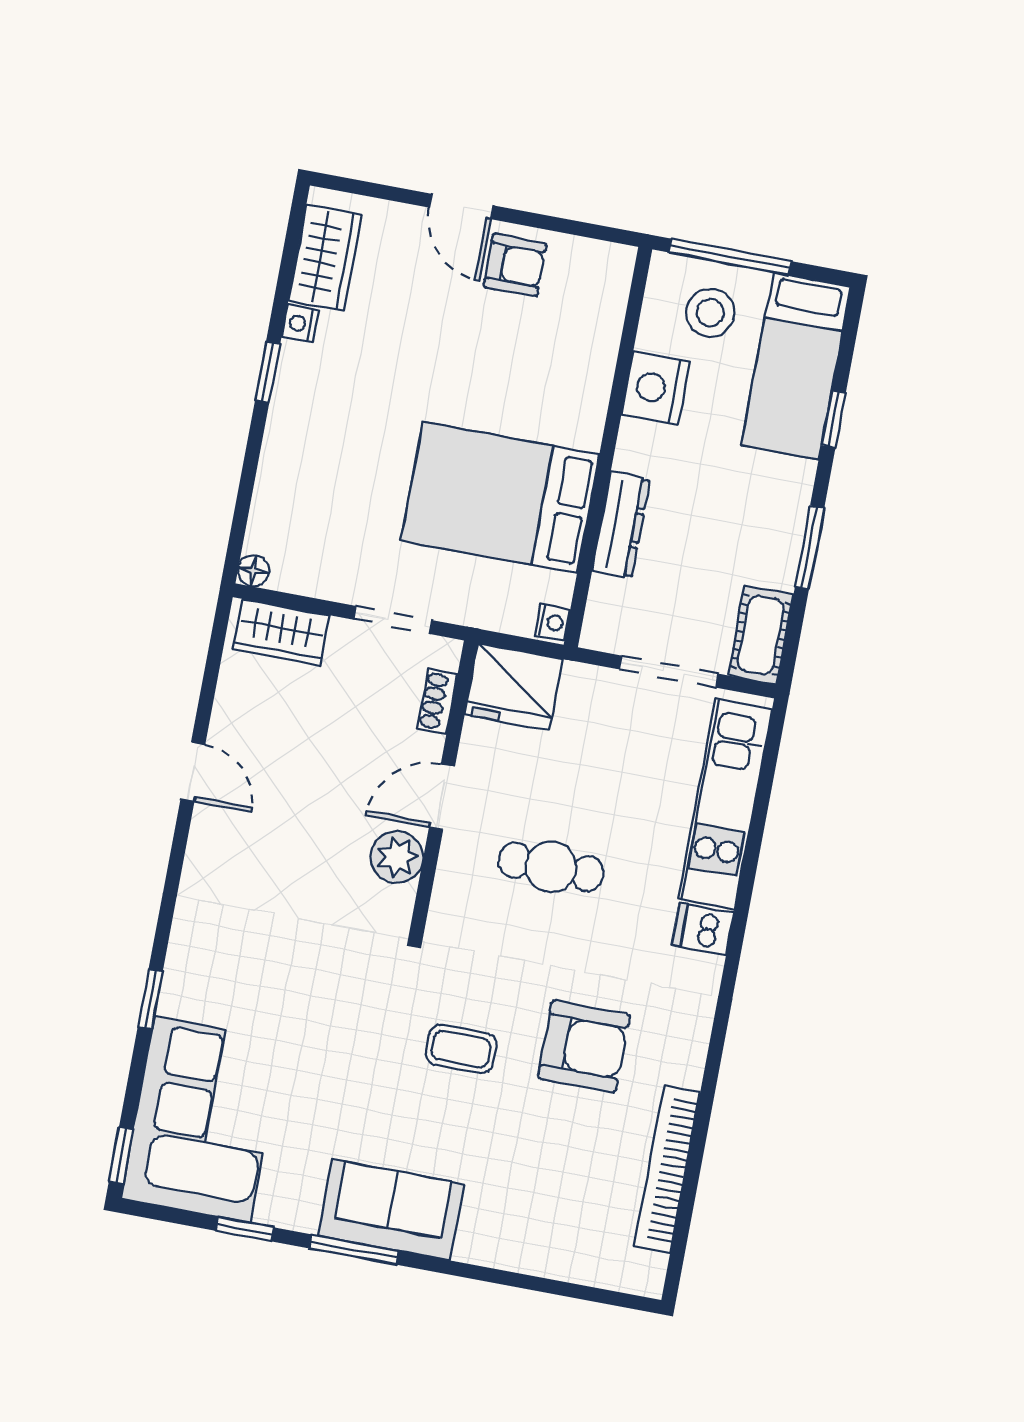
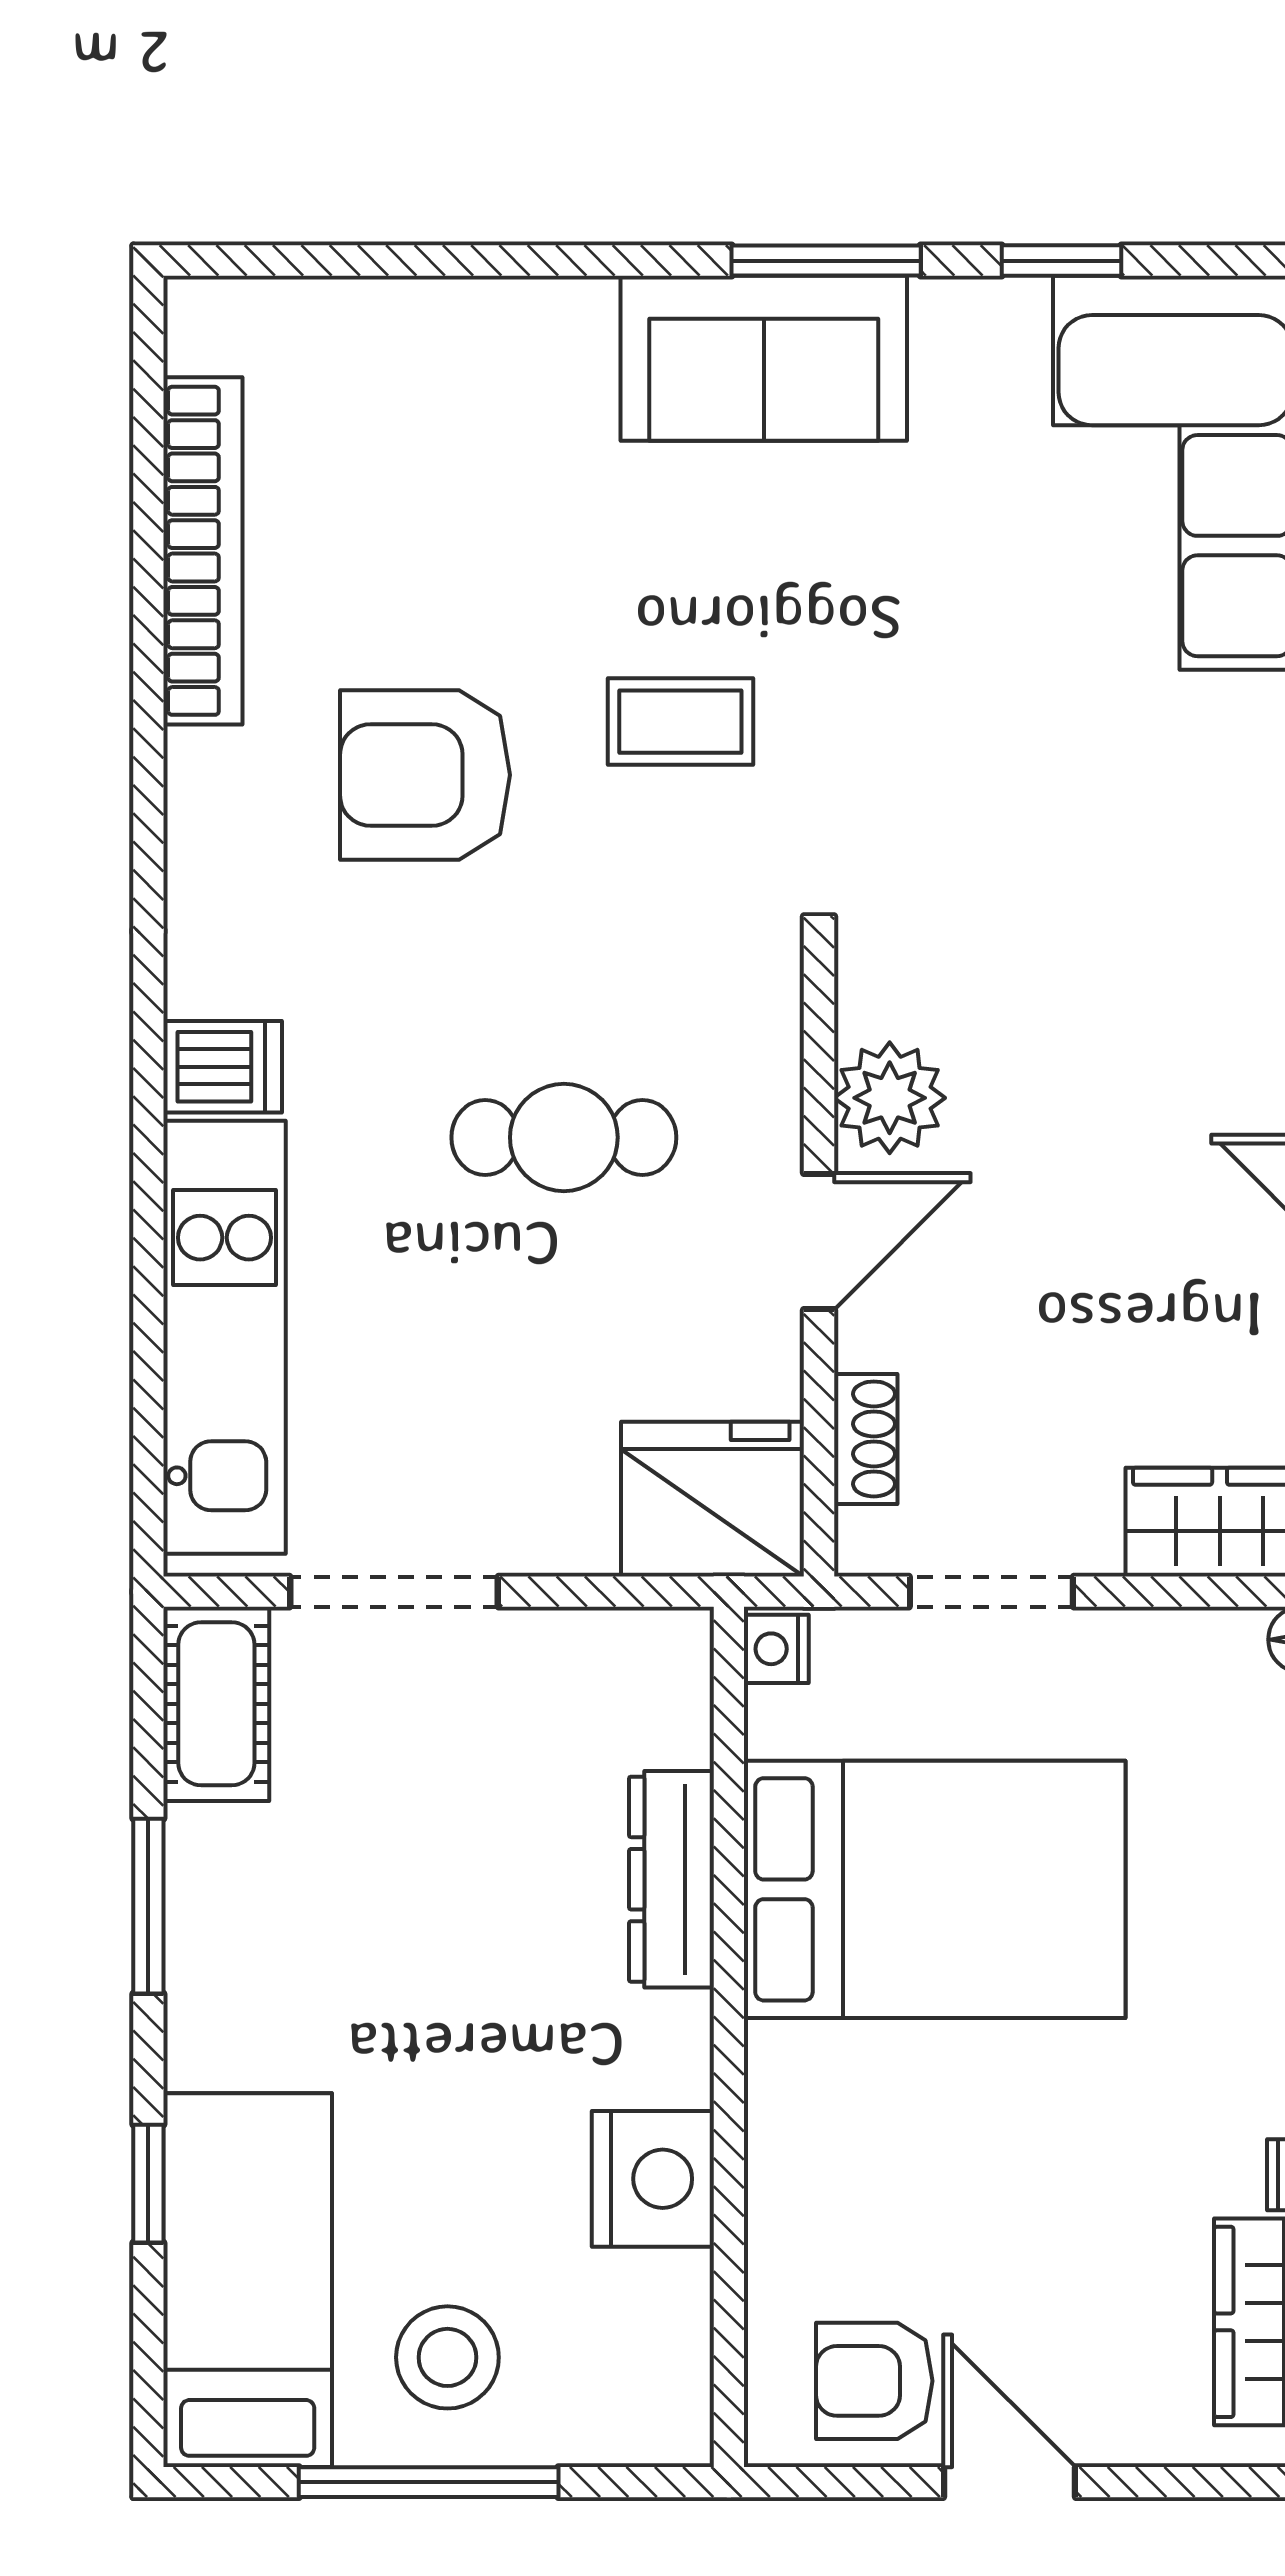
nightstand: (655, 388) -> (653, 2179), moved
wall: (608, 447) -> (729, 2037), moved
bed: (500, 497) -> (935, 1889), moved
dresser: (621, 525) -> (671, 1879), moved
nightstand: (553, 622) -> (776, 1649), moved

